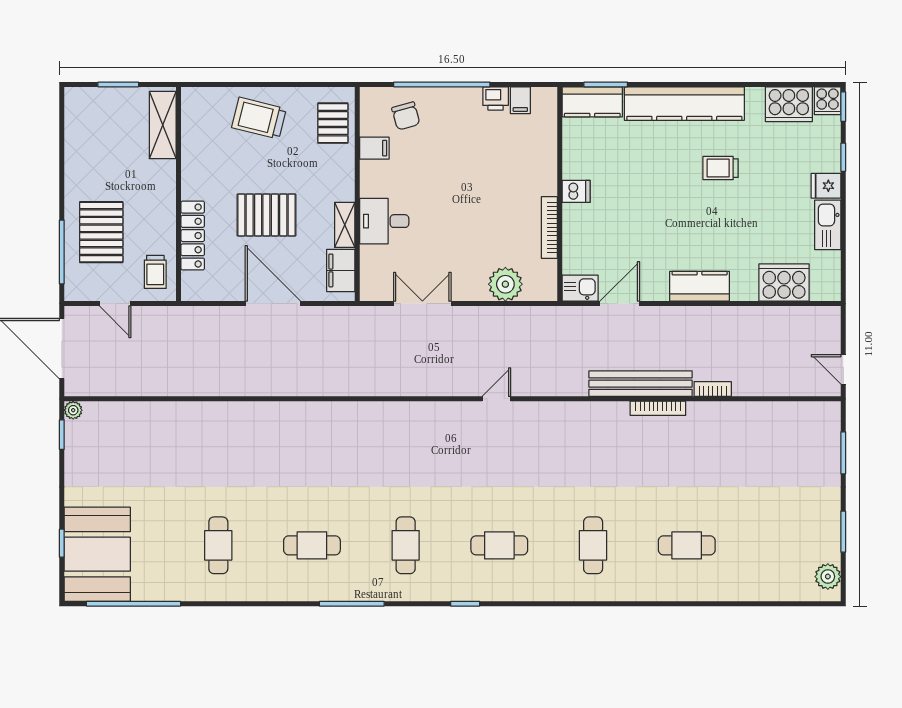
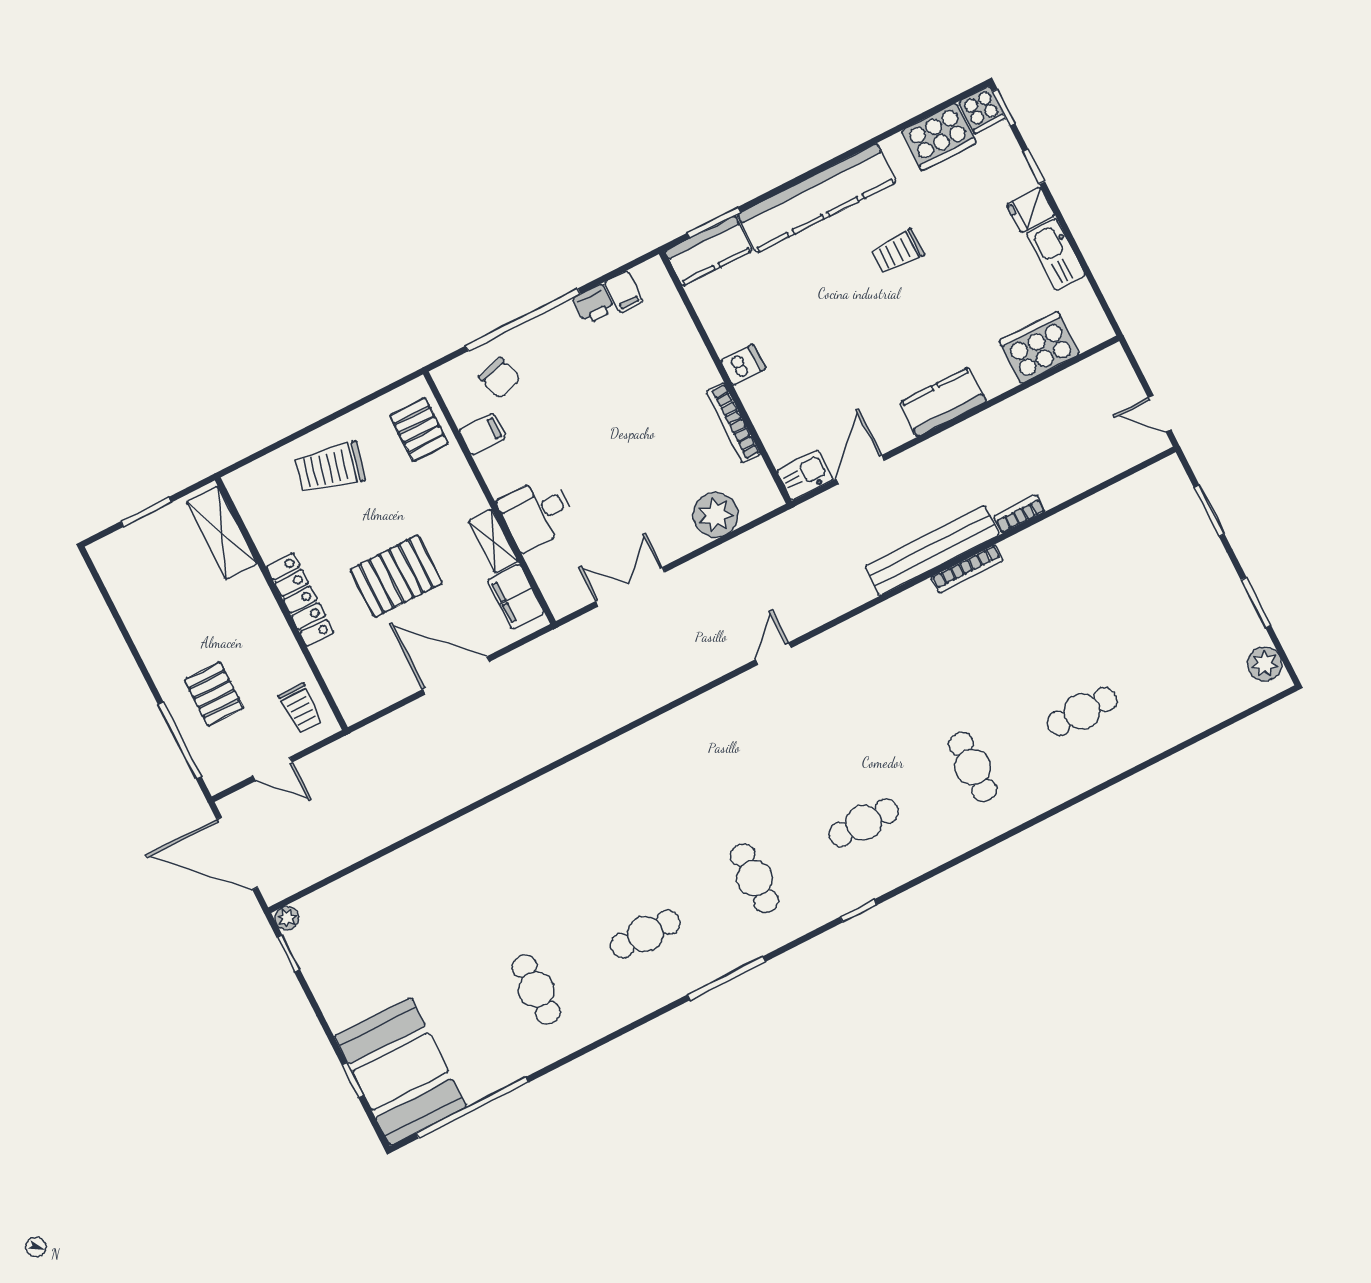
pallet: (101, 232) -> (214, 694), width x0.67, depth x0.71
locker: (193, 236) -> (300, 600), moved

